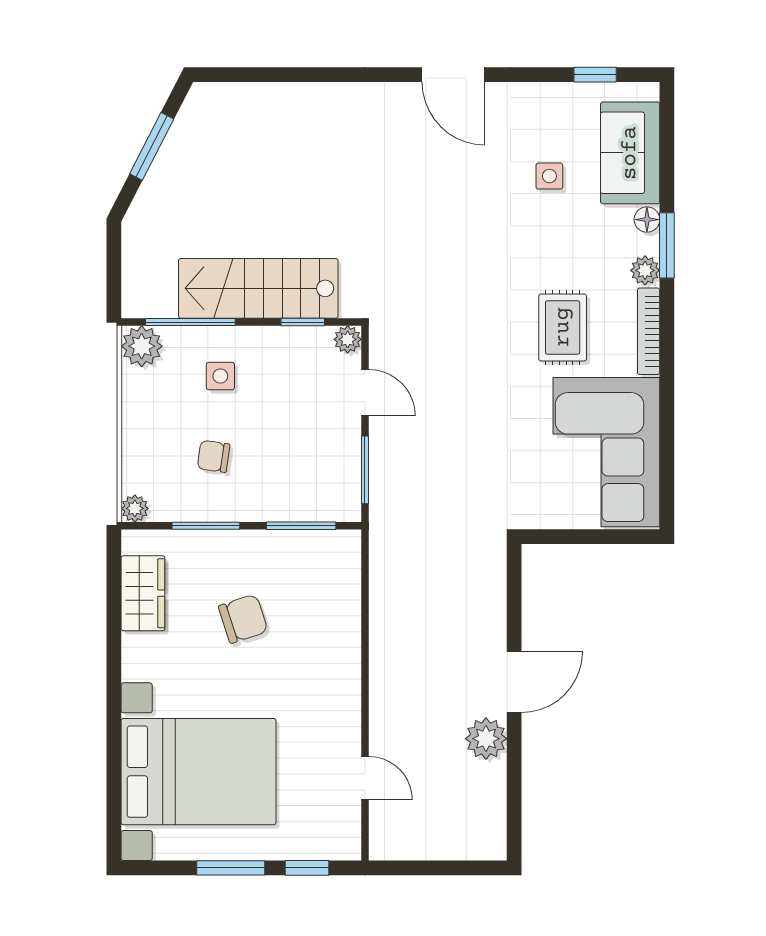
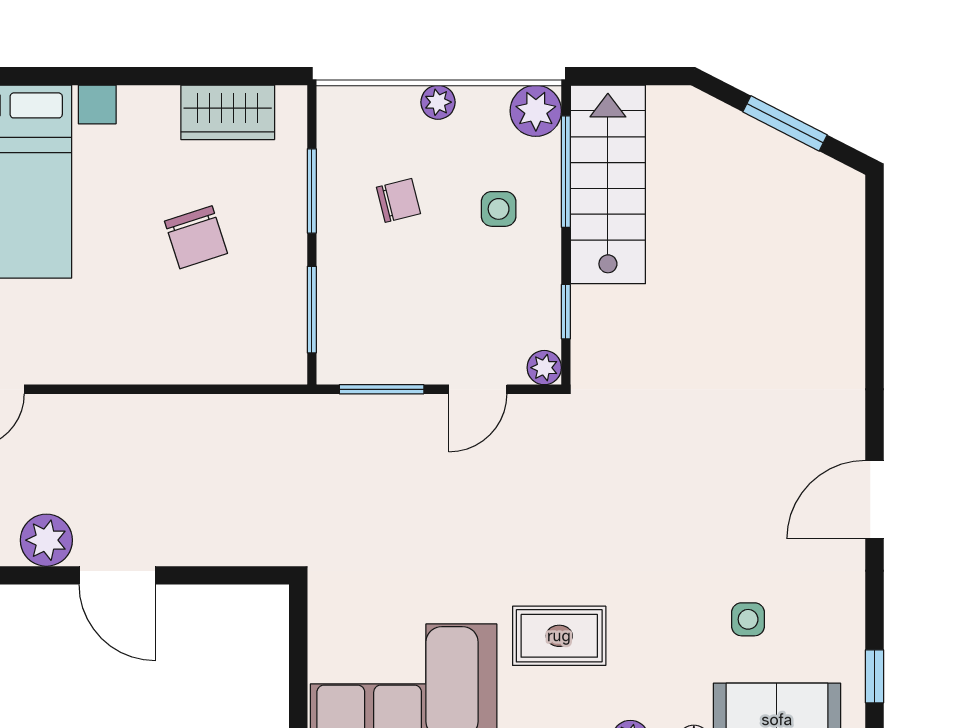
stairs: (258, 288) -> (608, 184), moved
chair: (214, 456) -> (398, 200), turned 68
plant: (135, 508) -> (438, 102), moved

